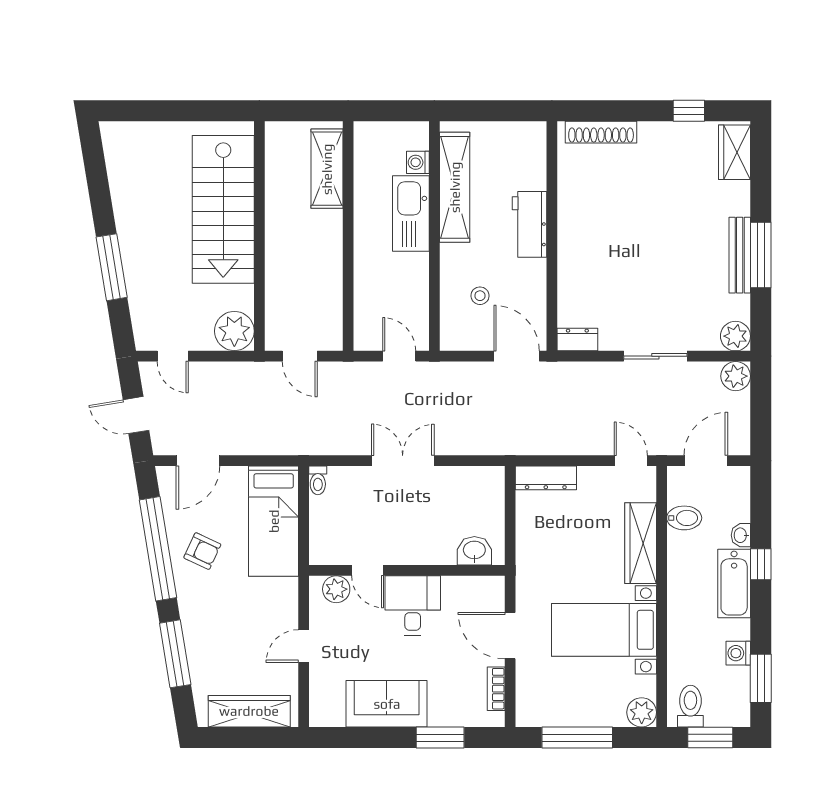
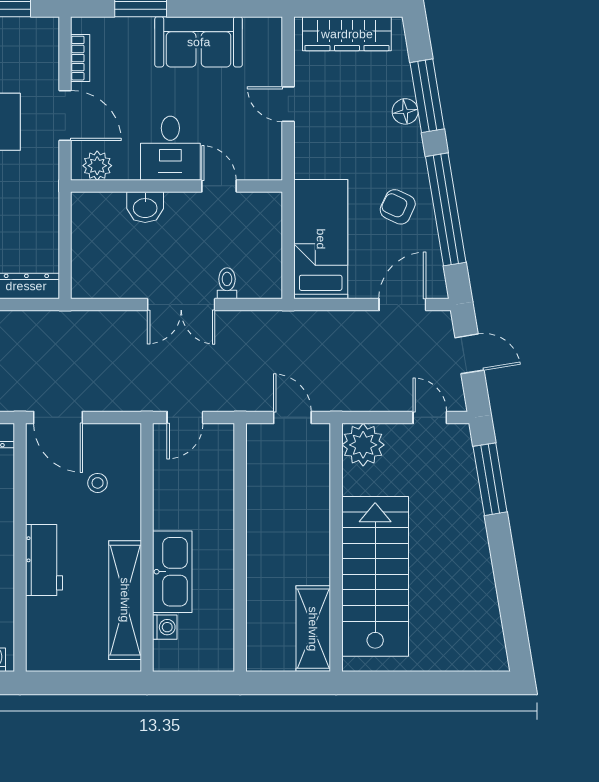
shelving: (327, 169) -> (313, 629), moved
window: (112, 267) -> (490, 479), moved
door: (399, 356) -> (185, 417), hinge flipped
toilet: (318, 480) -> (227, 283), moved
washbasin: (474, 551) -> (145, 207), moved
plant: (336, 589) -> (97, 166), moved
floor lamp: (195, 639) -> (405, 111), added
door: (304, 646) -> (288, 104), swing flipped

